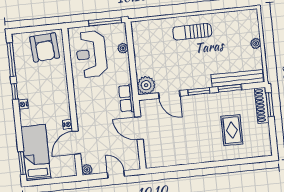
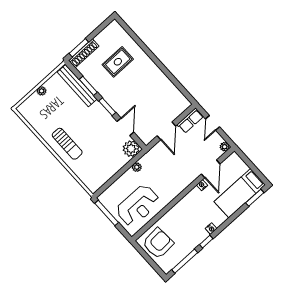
plant: (123, 48) -> (137, 167), moved
row of seats: (127, 98) -> (190, 121), moved
door: (76, 143) -> (211, 169), hinge flipped

